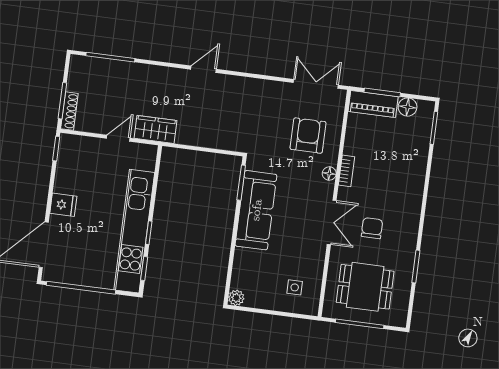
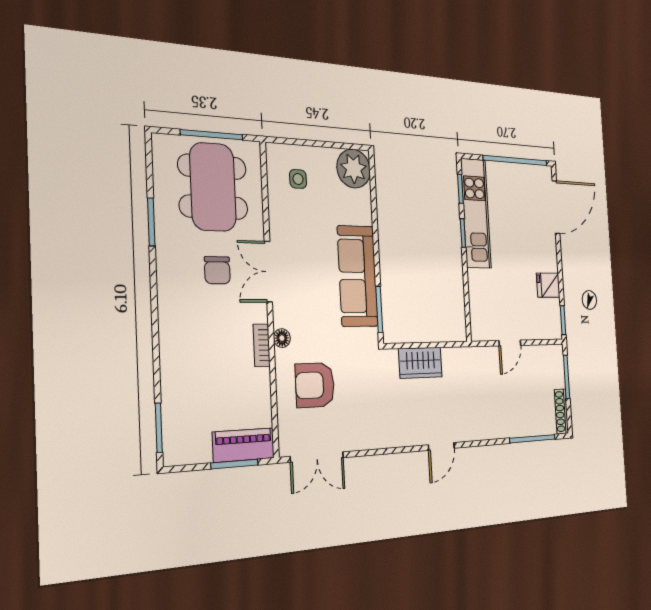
floor lamp: (408, 107) -> (199, 451), removed
shoe rack: (69, 111) -> (561, 411), moved
wardrobe: (155, 129) -> (420, 363), moved
armchair: (308, 136) -> (315, 385), turned 90
fridge: (63, 205) -> (548, 285), moved
kitchen unit: (134, 231) -> (476, 213), width x0.73
dining table: (365, 287) -> (213, 187), width x1.38
plant: (236, 298) -> (354, 169), width x1.87, depth x1.87

